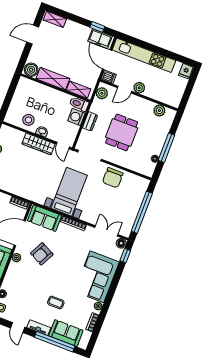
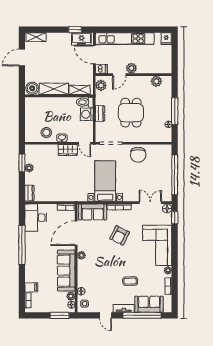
wardrobe: (38, 144) -> (68, 150), width x0.67
armchair: (42, 254) -> (120, 235), moved

